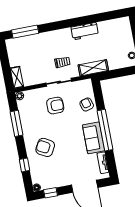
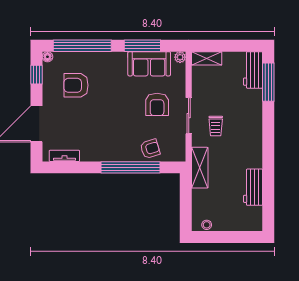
workbench: (85, 31) -> (253, 187), moved
workbench: (19, 44) -> (253, 70), added
window: (105, 130) -> (131, 167), moved
sofa: (94, 138) -> (149, 64), moved, turned 180
armchair: (45, 147) -> (76, 85), moved, turned -119
window: (24, 165) -> (82, 46), width x3.17

